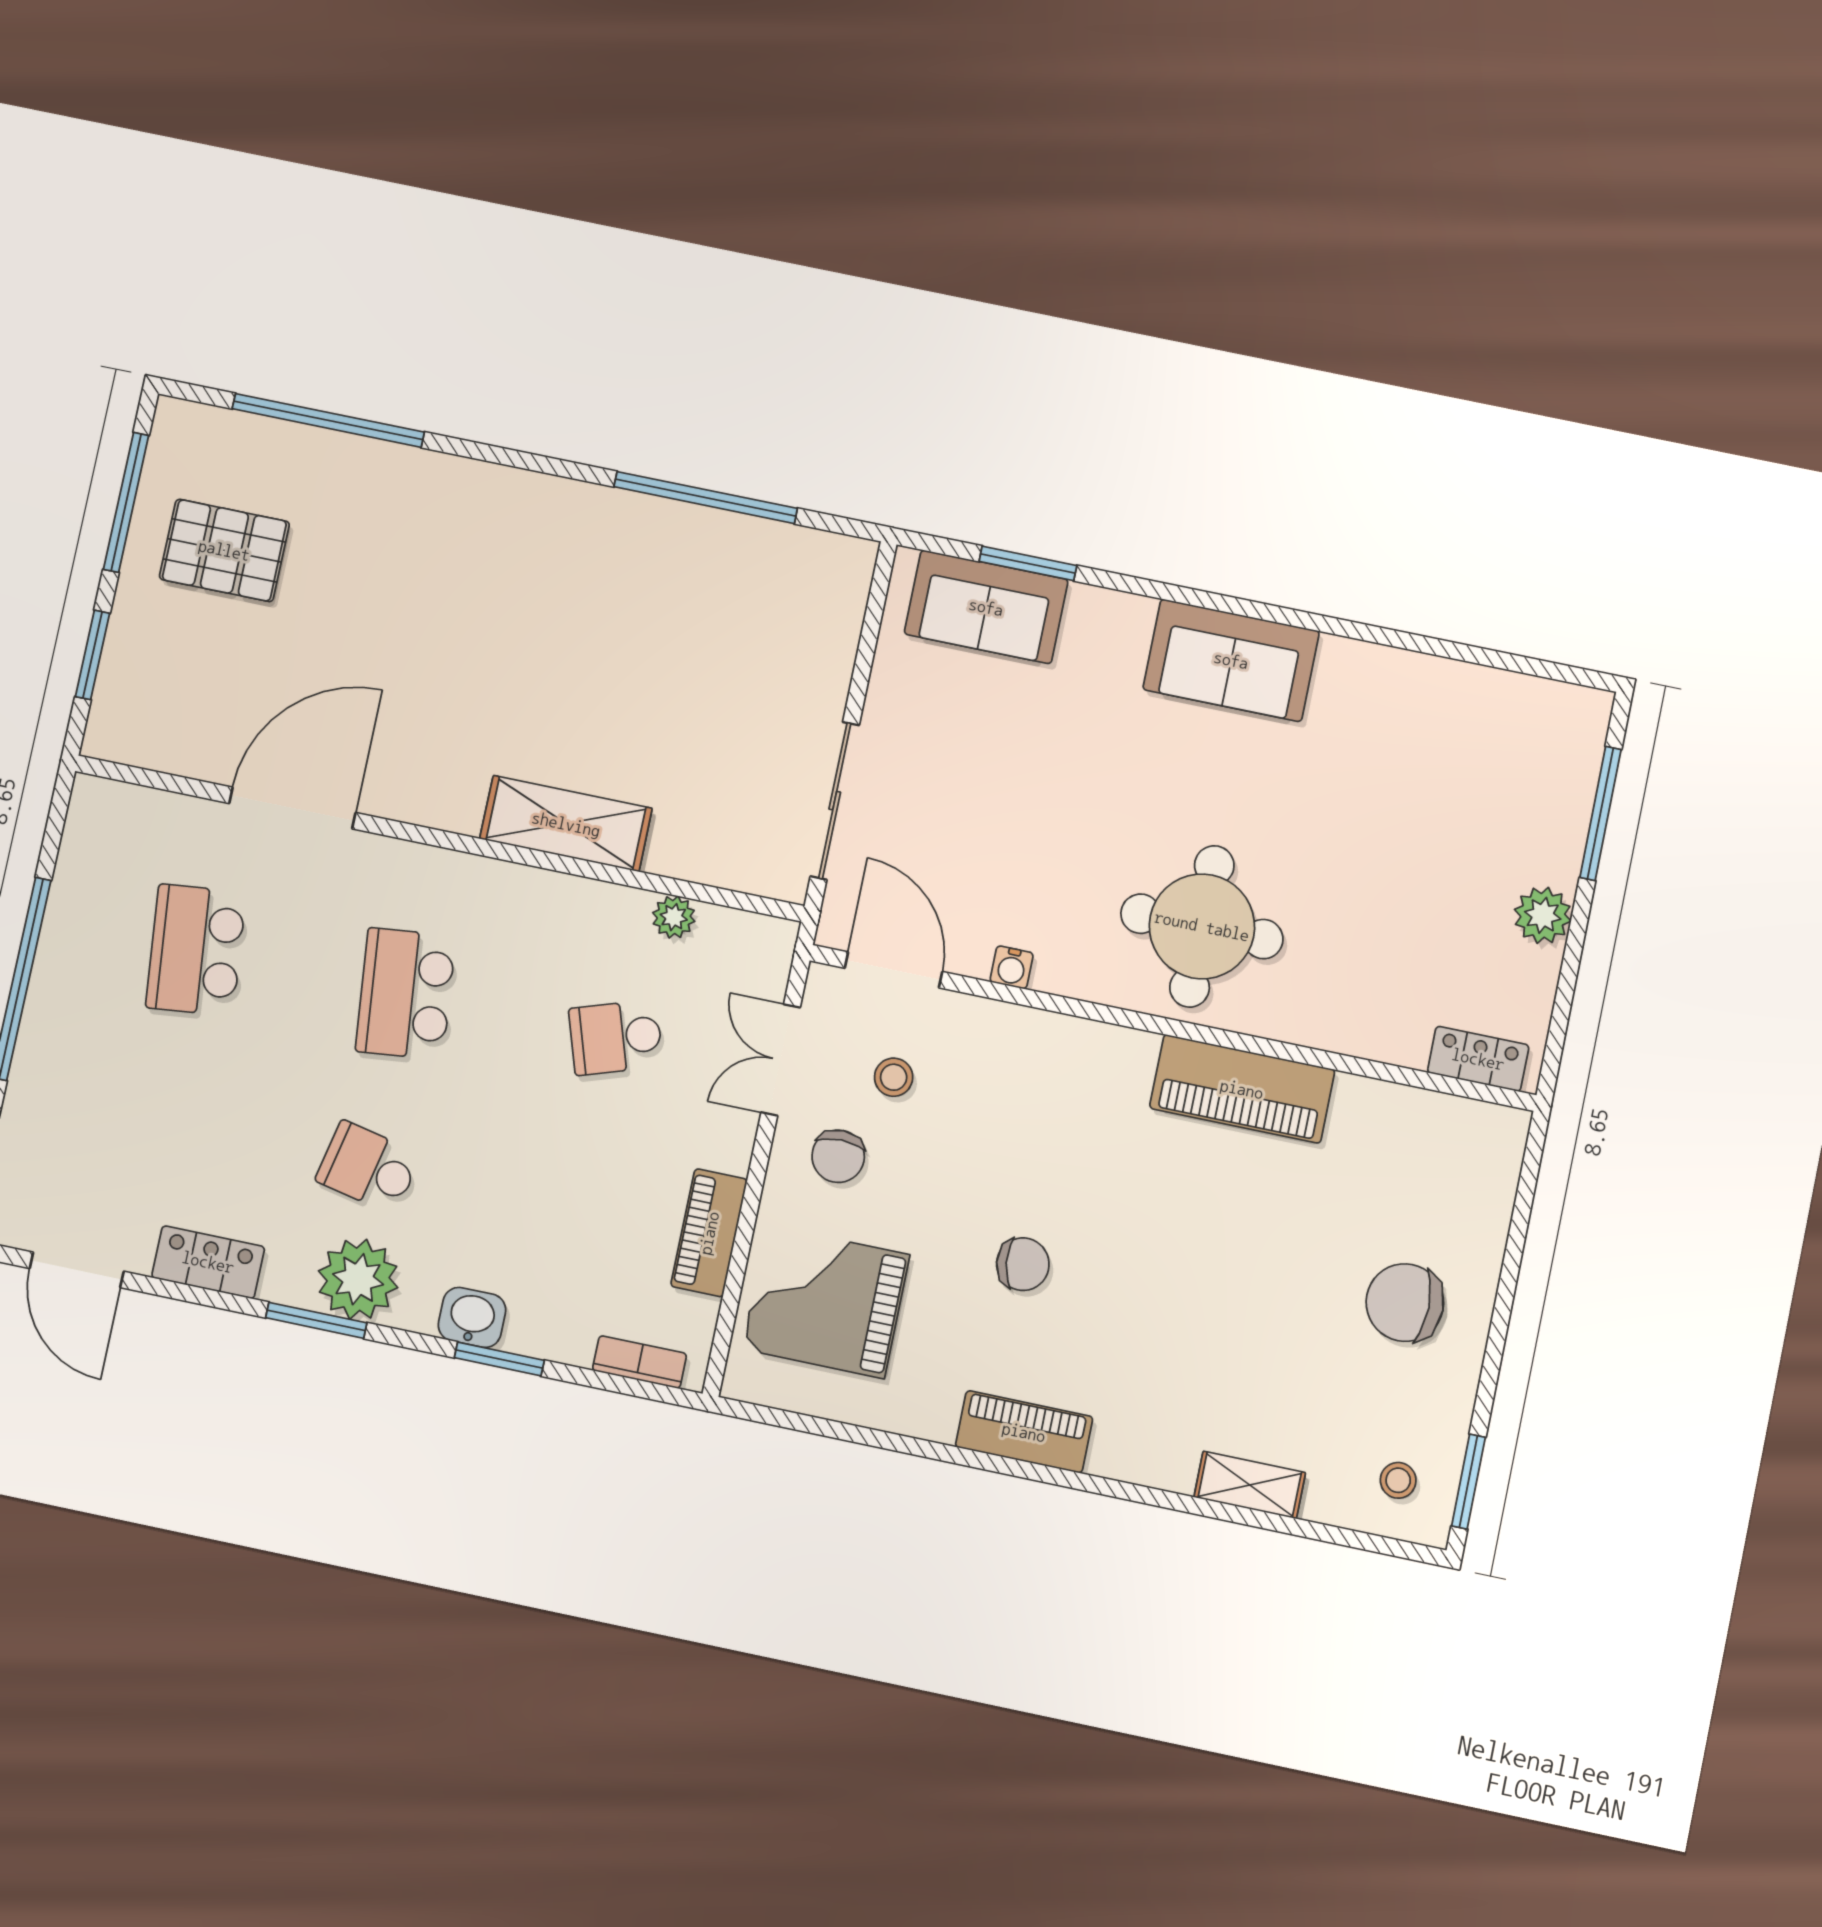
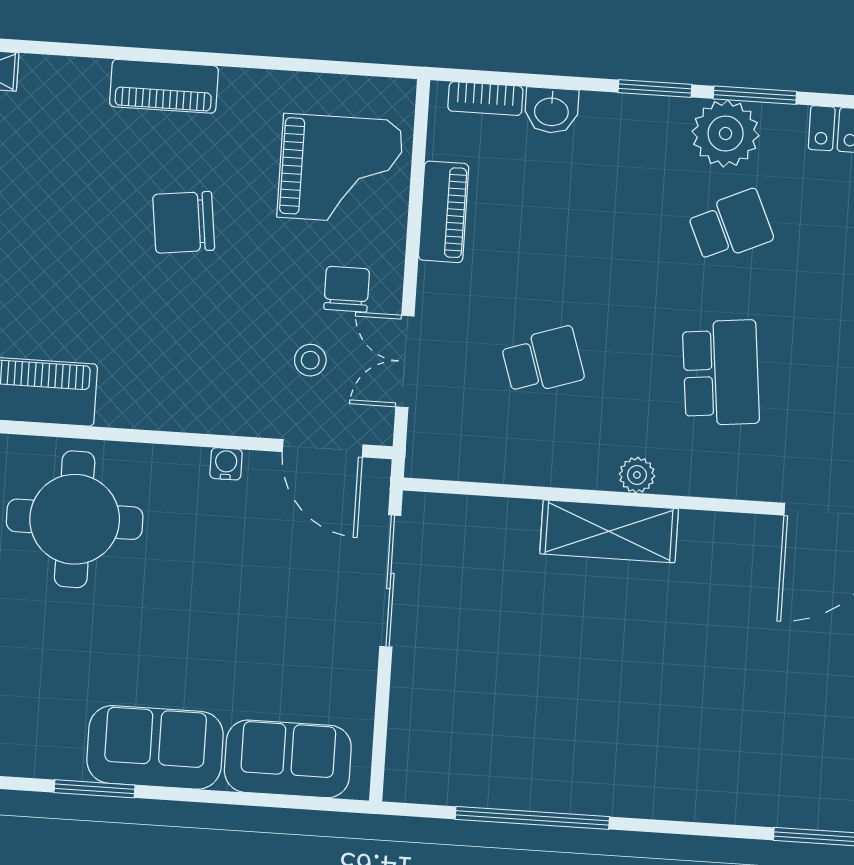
window: (1028, 563) -> (94, 789), moved
sofa: (1231, 660) -> (155, 747), moved
plant: (674, 917) -> (637, 475), moved
double door: (781, 1060) -> (405, 361), swing flipped
school desk: (368, 1167) -> (731, 226), turned -36
chair: (1023, 1264) -> (184, 222), width x1.37, depth x1.37
washbasin: (472, 1317) -> (551, 110), moved
window: (499, 1359) -> (655, 89), moved

